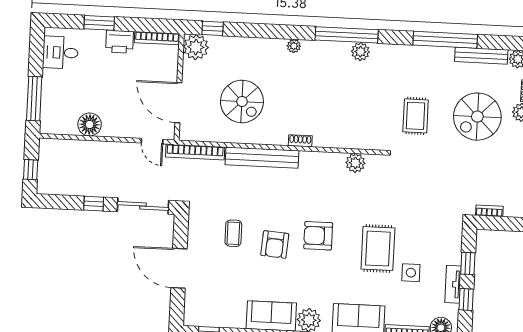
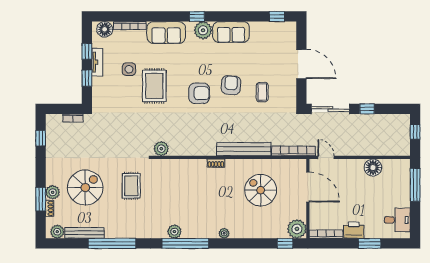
plant: (355, 163) -> (161, 149), moved

